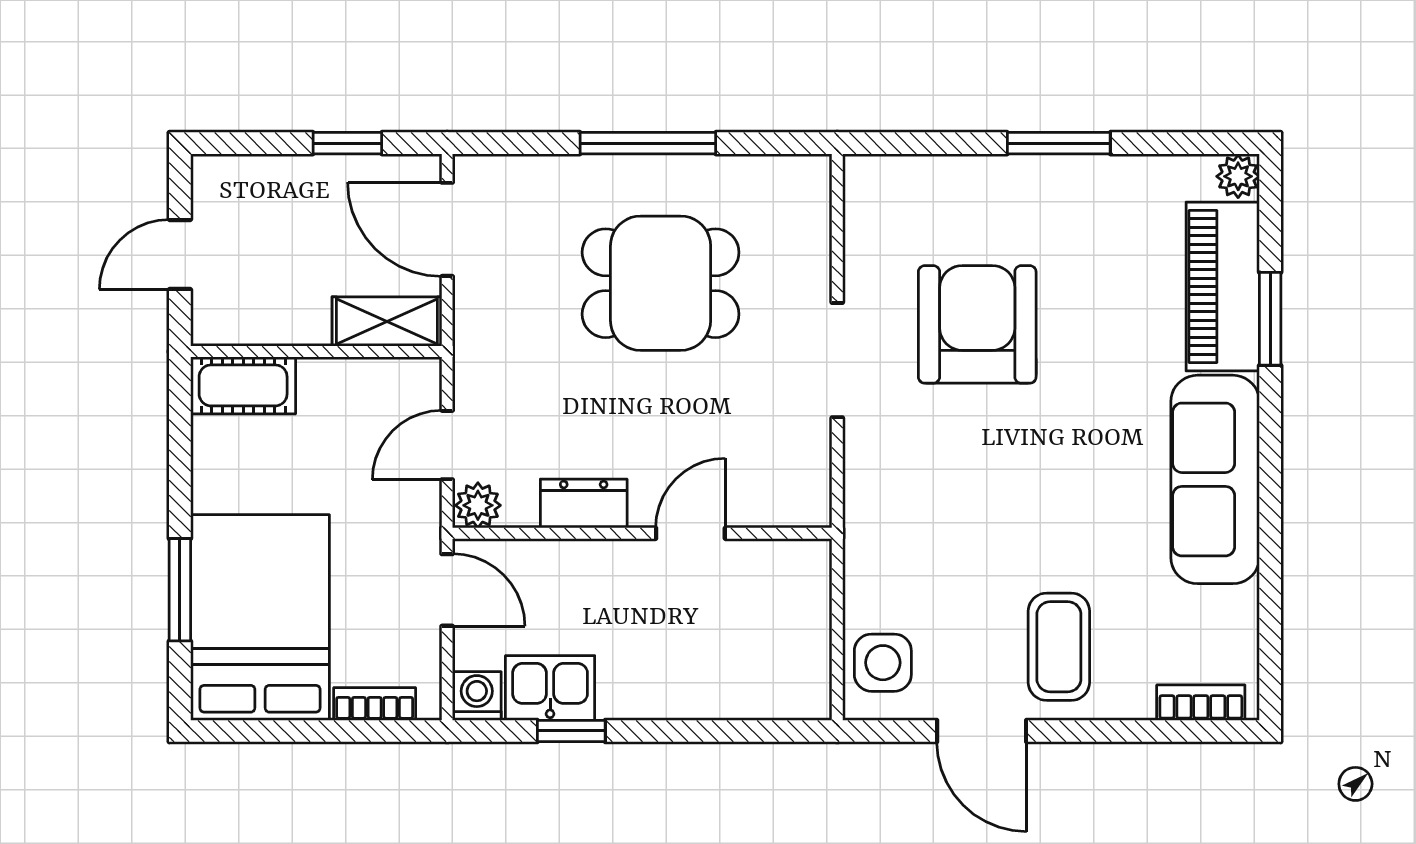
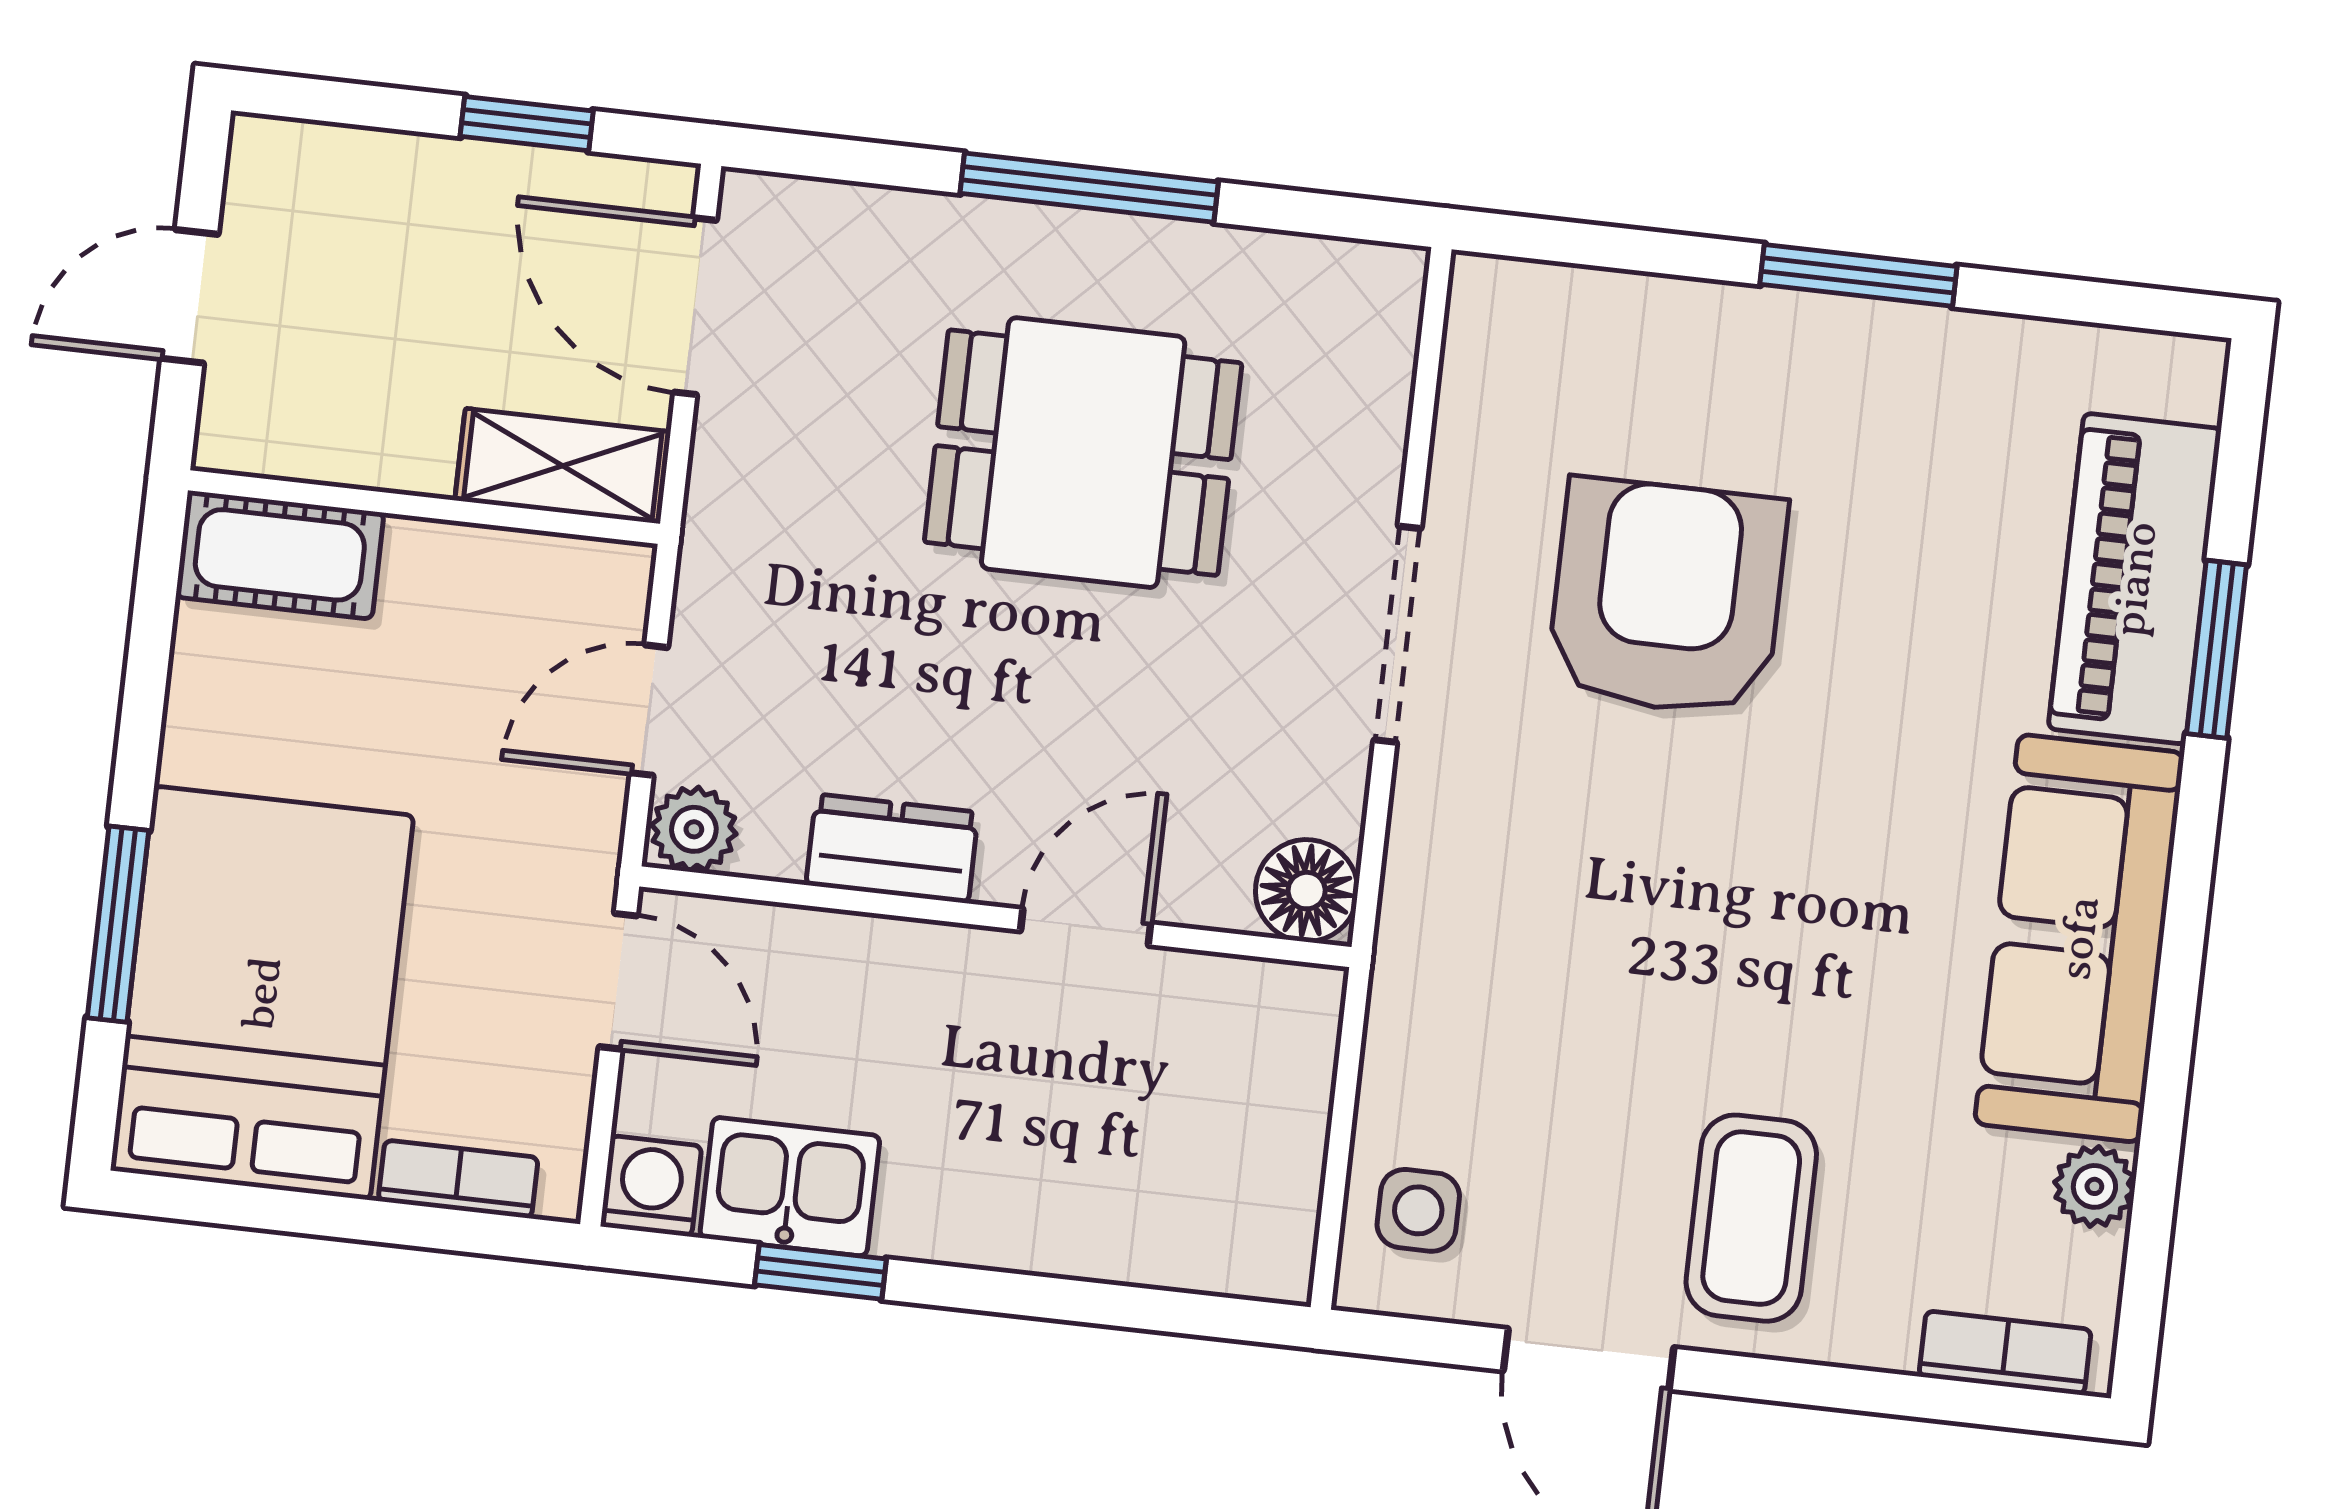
plant: (1238, 176) -> (2094, 1186), moved
floor lamp: (805, 501) -> (1307, 891), added
side table: (883, 663) -> (1418, 1210), width x0.73, depth x0.73

